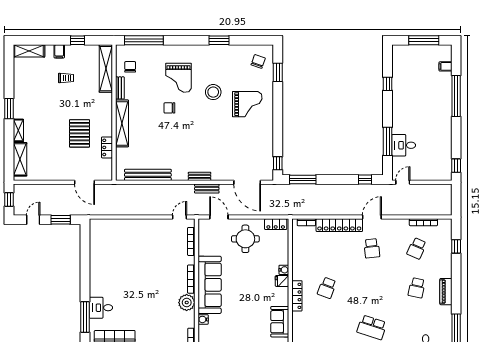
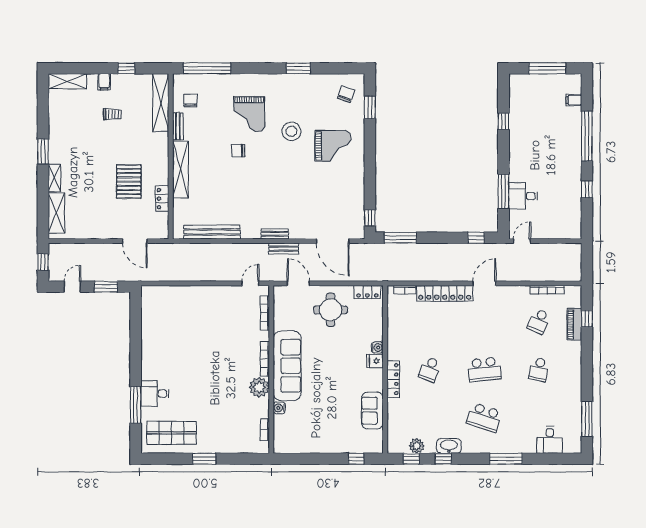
window: (456, 166) -> (587, 189), moved
school desk: (372, 248) -> (484, 369), moved, width x1.85
piano: (446, 292) -> (574, 324), moved

